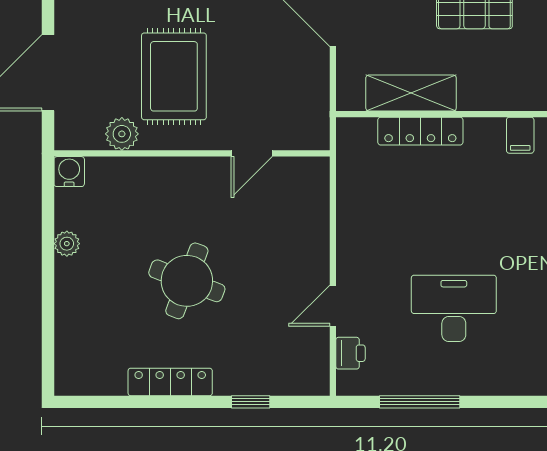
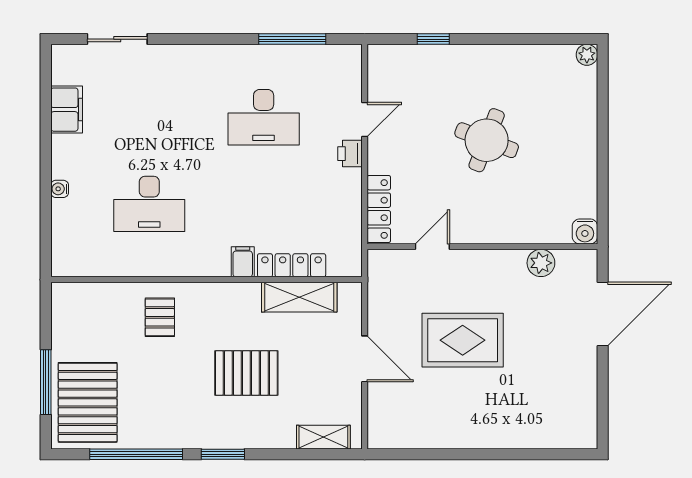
rug: (174, 76) -> (463, 340), moved, turned 90
filing cabinet: (520, 135) -> (243, 262), moved
plant: (67, 244) -> (587, 55), moved
printer: (350, 353) -> (350, 154), moved
locker: (170, 382) -> (379, 209), moved, turned -90

